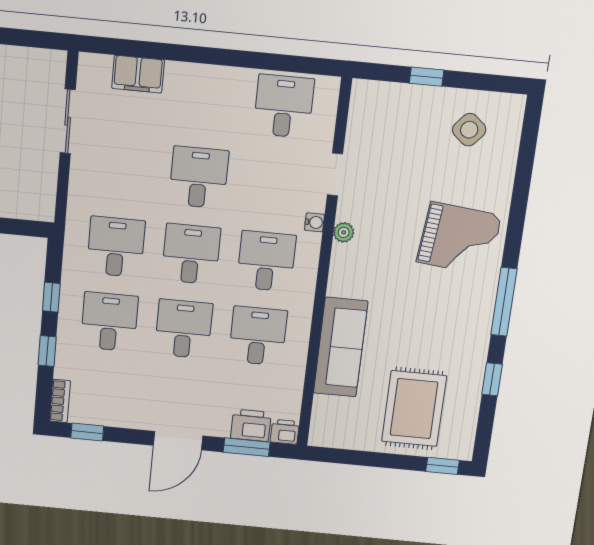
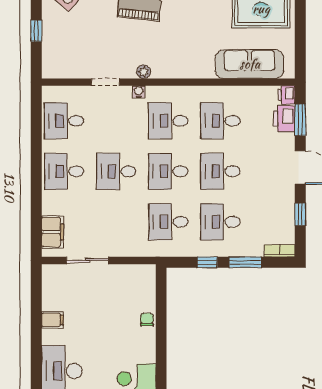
filing cabinet: (138, 74) -> (52, 232), moved
desk: (207, 99) -> (64, 171), added
sofa: (341, 347) -> (250, 64), moved
window: (47, 351) -> (245, 262), width x1.50
window: (87, 432) -> (300, 214), moved

